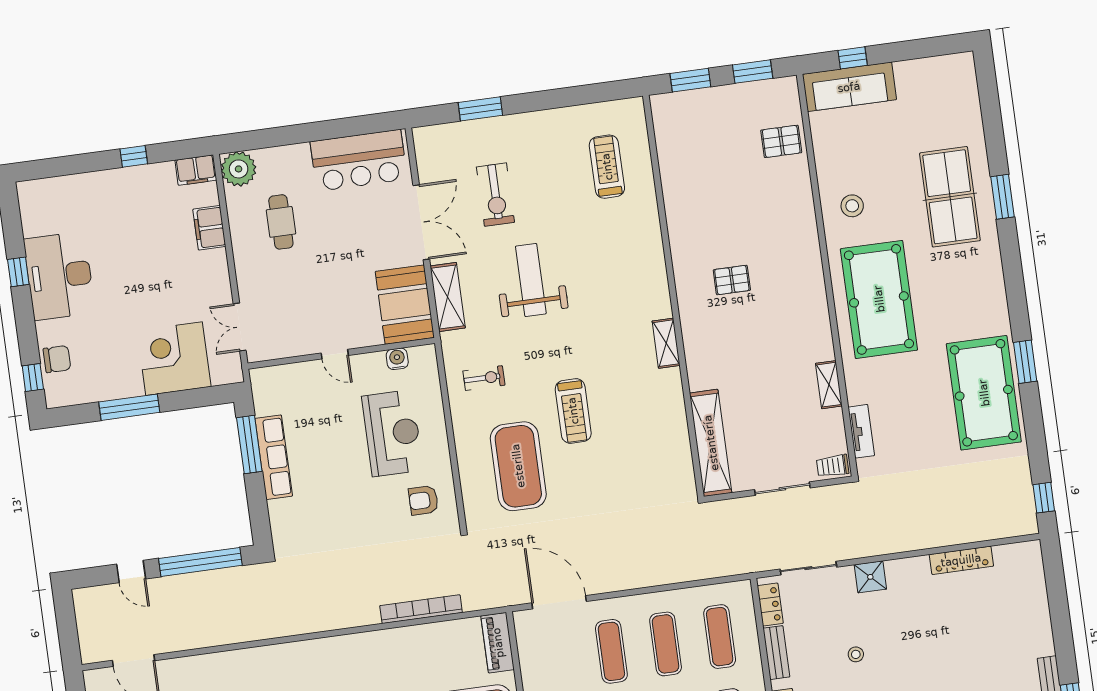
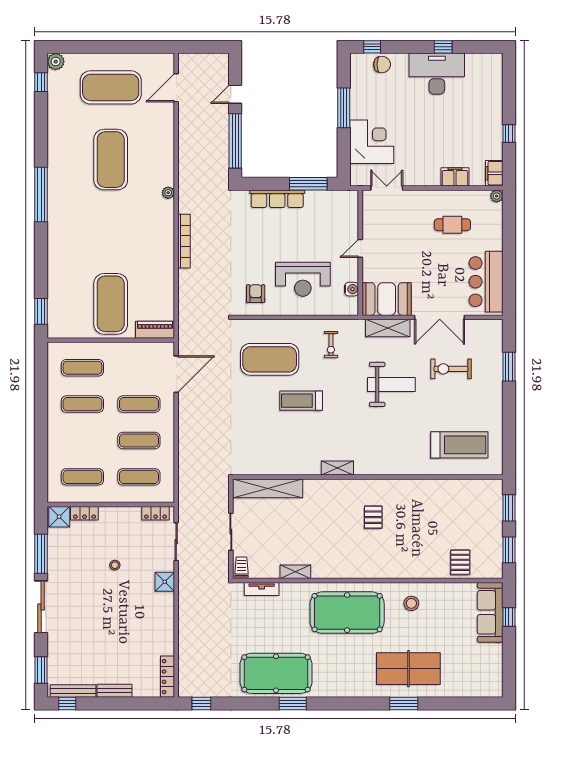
treadmill: (607, 167) -> (459, 445), width x1.37, depth x1.38
plant: (239, 169) -> (497, 196), width x0.53, depth x0.53
chair: (57, 359) -> (382, 64), turned -90
row of seats: (274, 457) -> (277, 199), moved
locker: (961, 560) -> (167, 677), moved
bookcase: (421, 609) -> (184, 241), moved
plant: (291, 651) -> (168, 193), added
bench: (776, 653) -> (115, 691), moved

